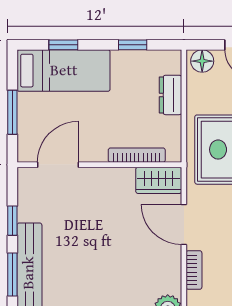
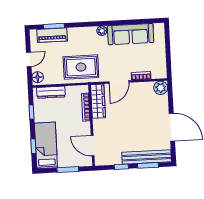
dresser: (170, 95) -> (51, 92), width x1.44
wardrobe: (159, 180) -> (98, 101), width x1.50

